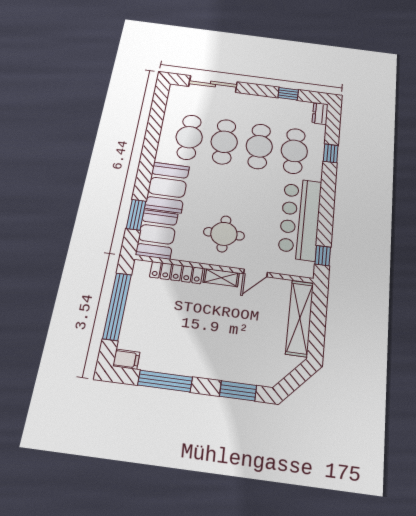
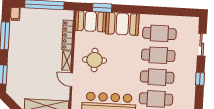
sliding door: (213, 84) -> (202, 45), width x0.73
window: (288, 94) -> (200, 79), moved

